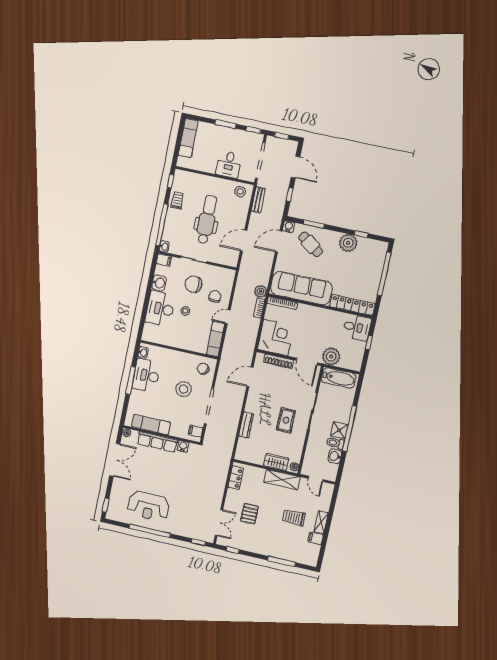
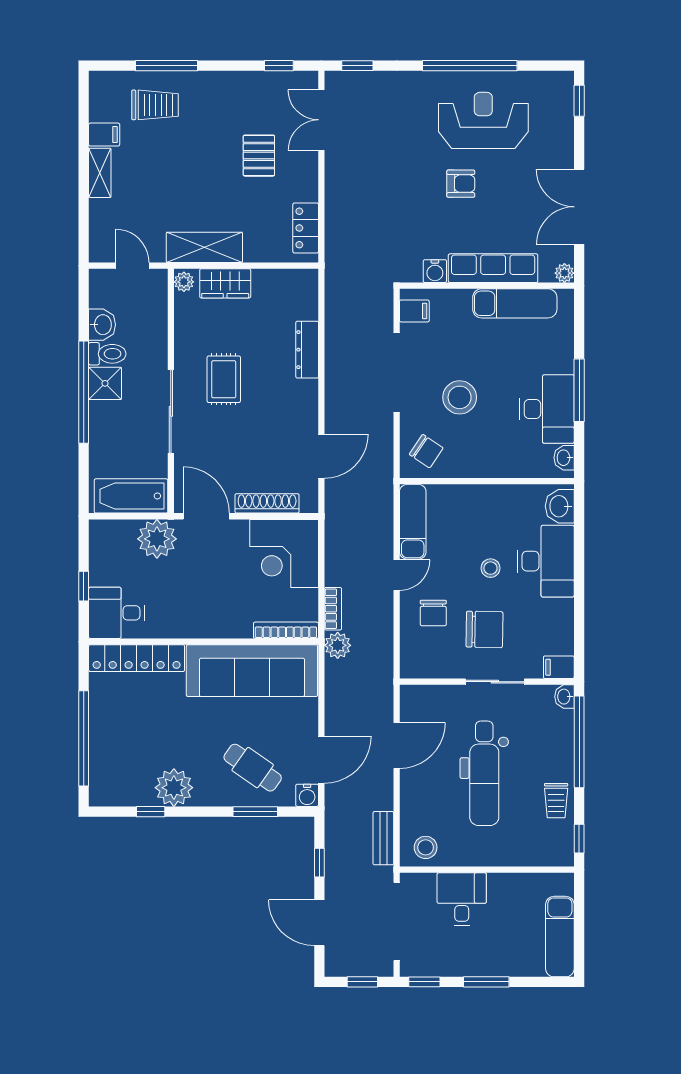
washbasin: (159, 283) -> (560, 506), moved
armchair: (164, 481) -> (461, 184), added
trolley: (294, 518) -> (155, 105), moved

